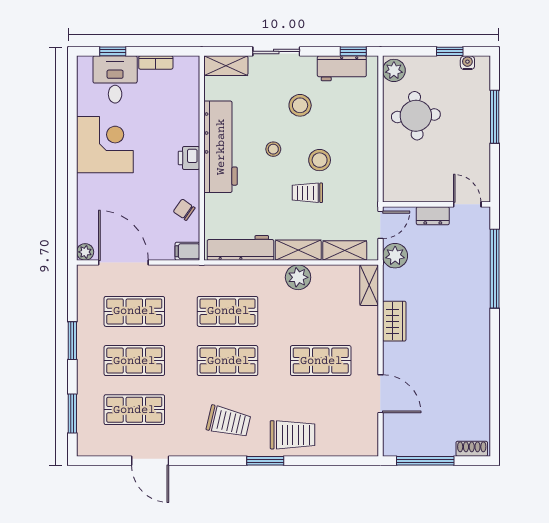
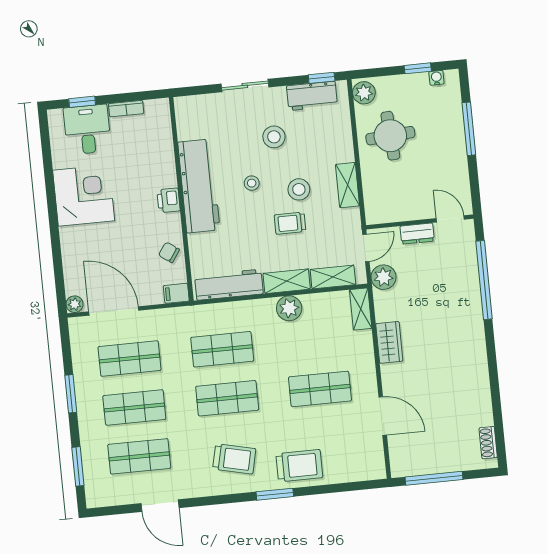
shelving: (226, 66) -> (348, 185), moved, turned 90
shoe rack: (472, 449) -> (488, 443), moved, turned -90

